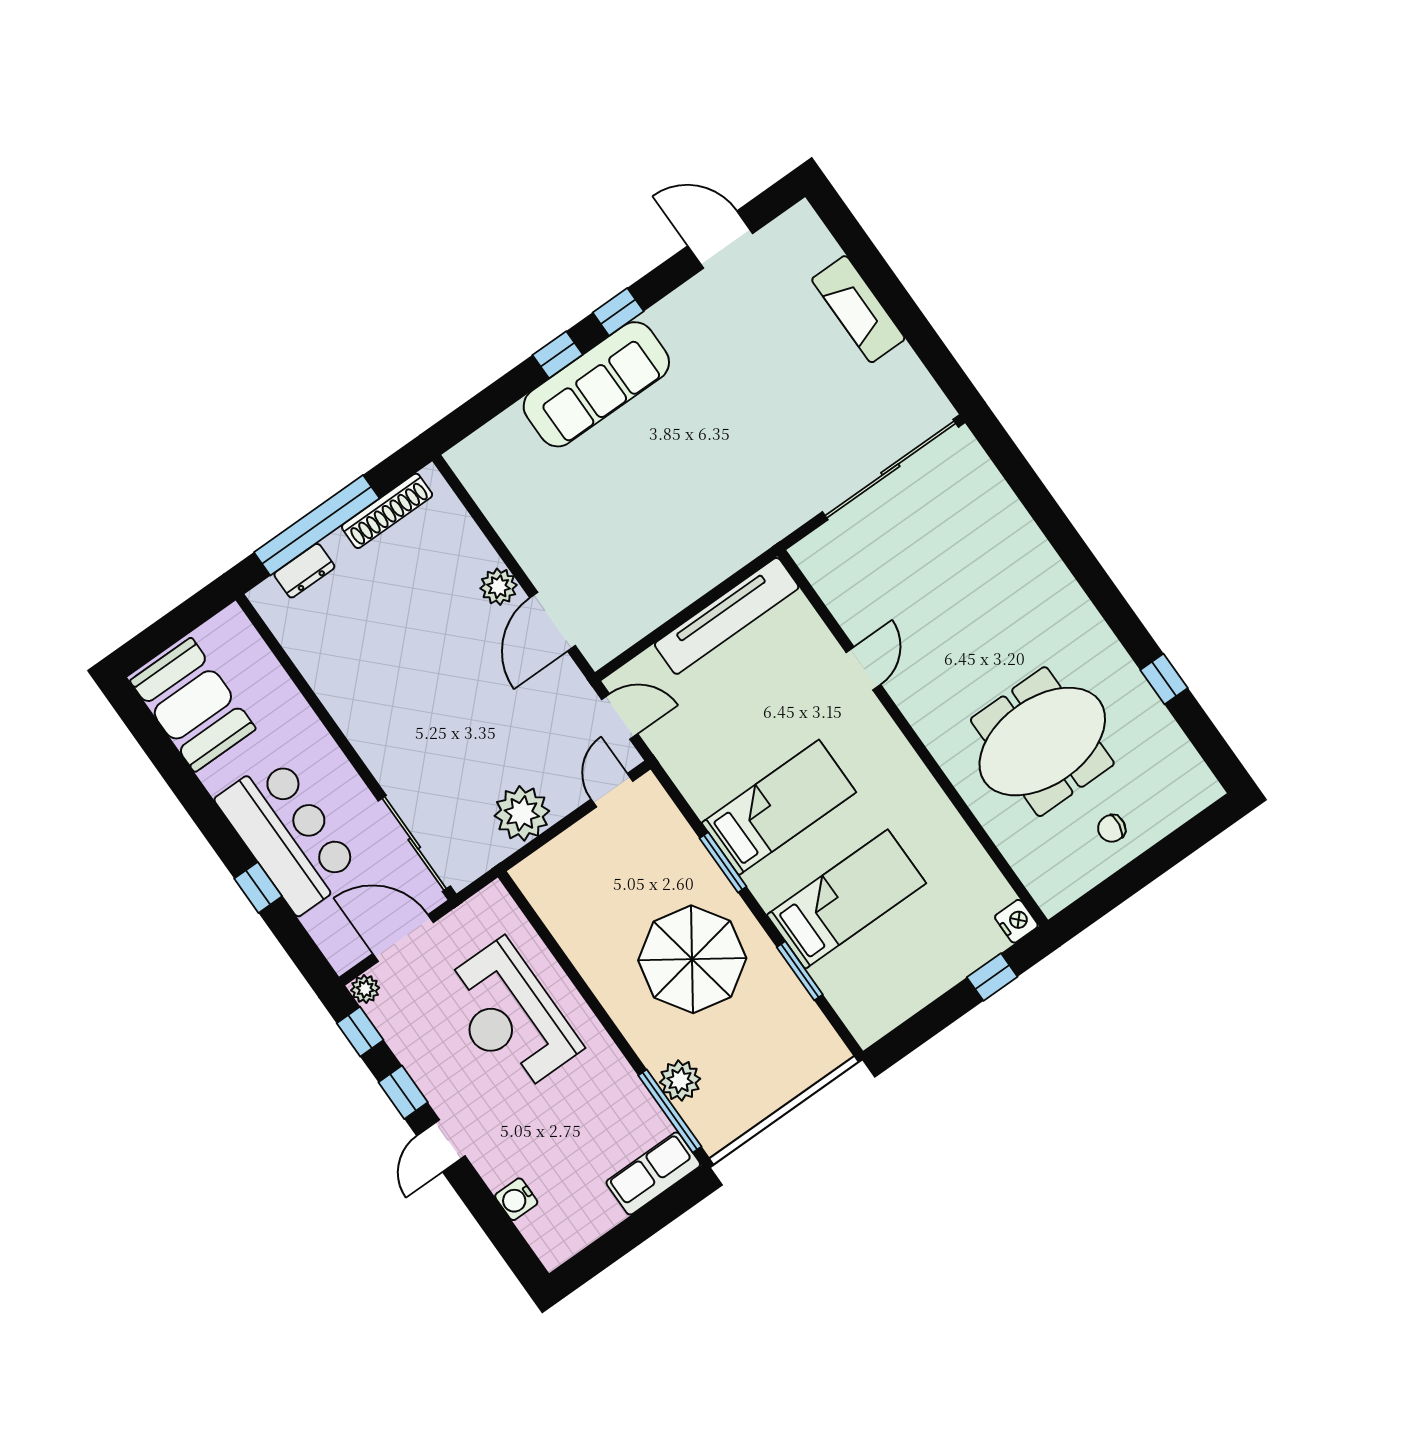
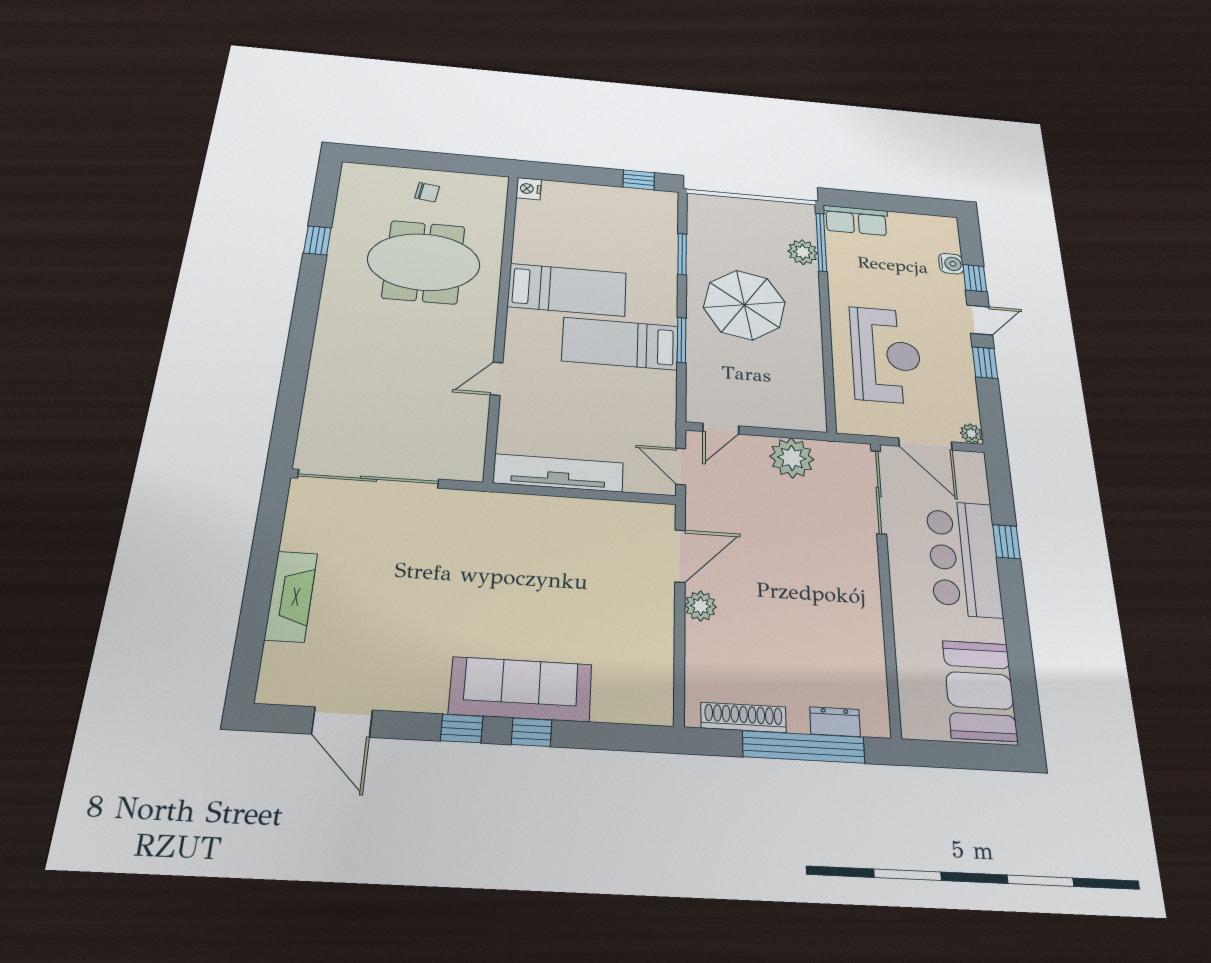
bed: (846, 899) -> (567, 290), moved, turned 180
window: (992, 977) -> (639, 180), moved
window: (360, 1032) -> (975, 278), moved

